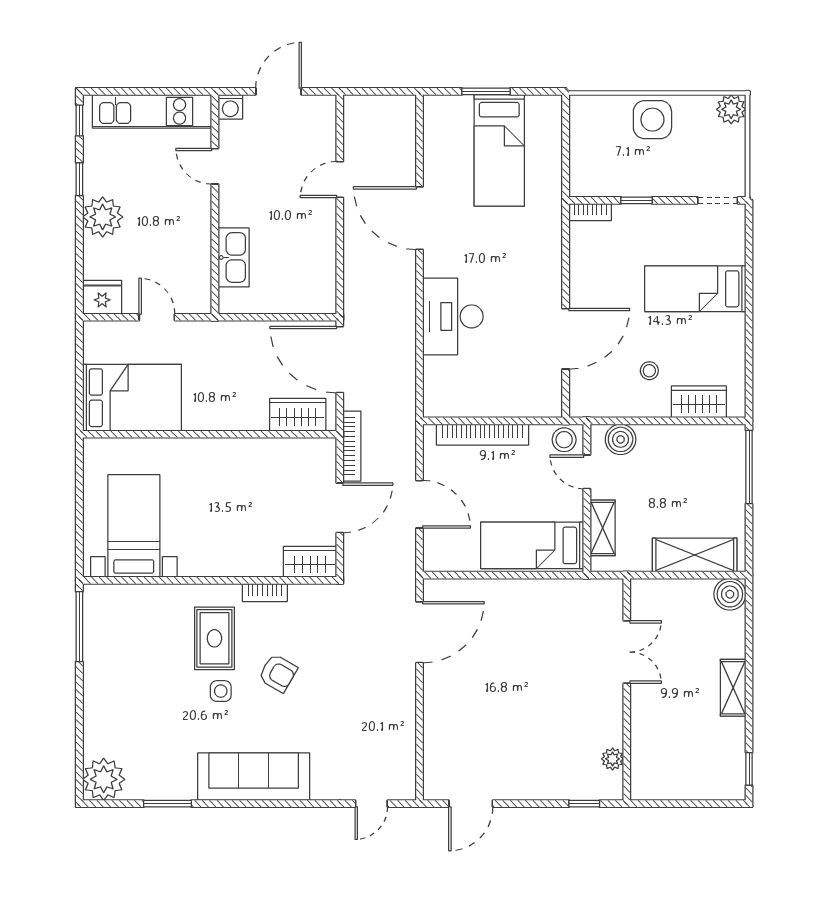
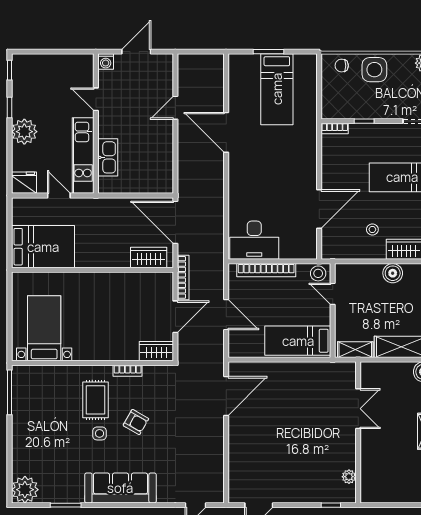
kitchen unit: (152, 111) -> (83, 155), moved, turned 90
chair: (601, 113) -> (342, 66), added
desk: (453, 316) -> (254, 240), moved, turned -90
boiler: (621, 439) -> (393, 273), moved
shelving: (603, 528) -> (355, 350), moved, turned 90

